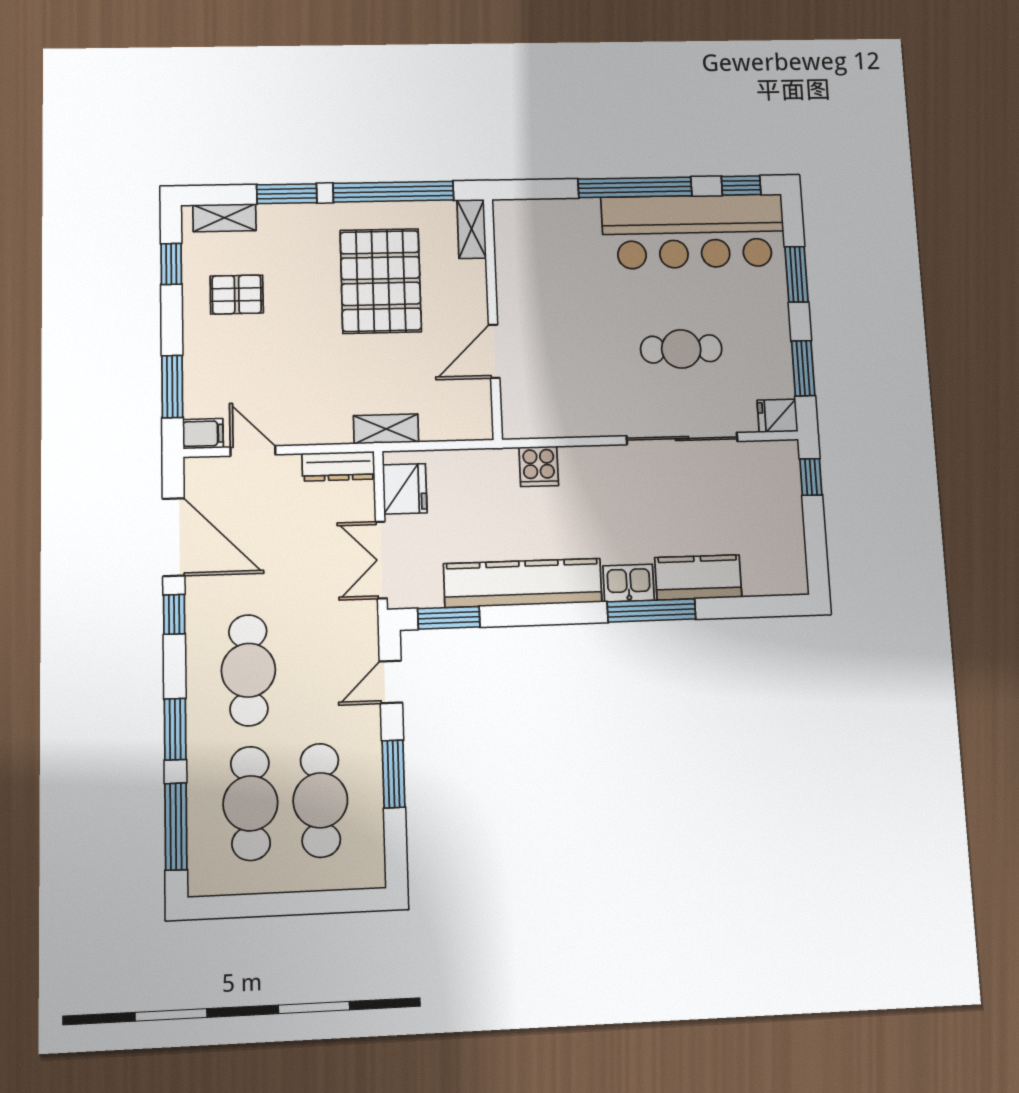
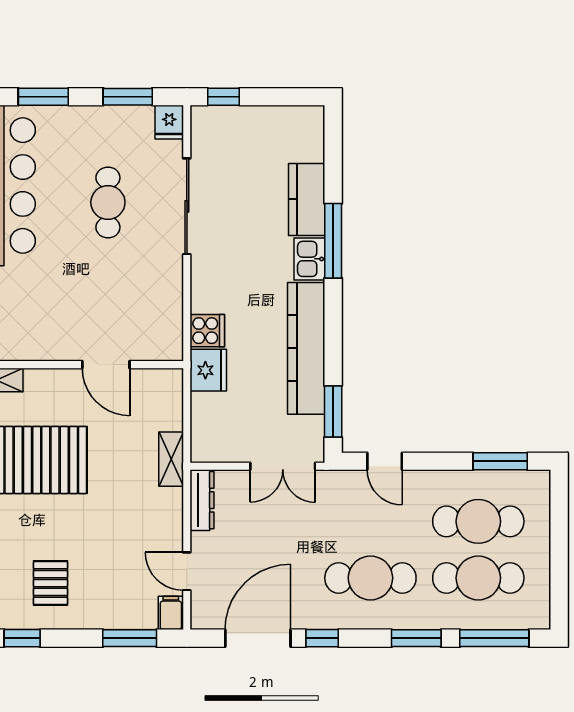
door: (253, 451) -> (187, 571), hinge flipped
fridge: (405, 489) -> (208, 370), moved, turned 90
window: (394, 774) -> (500, 461), moved

